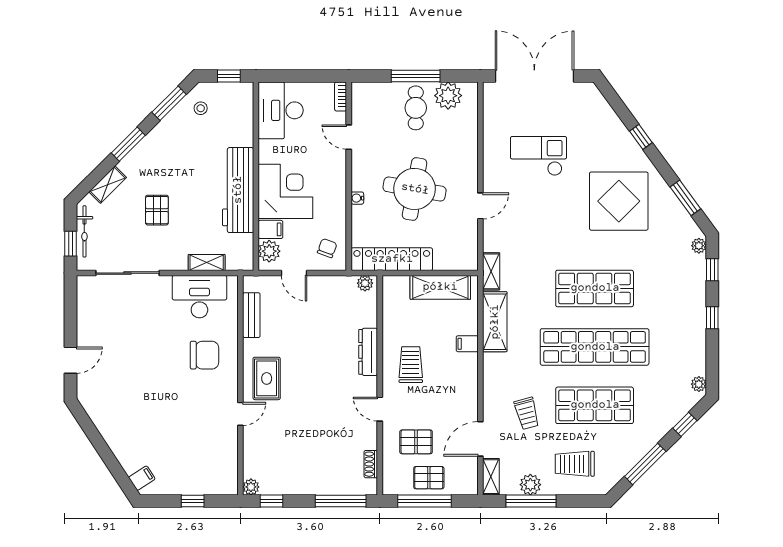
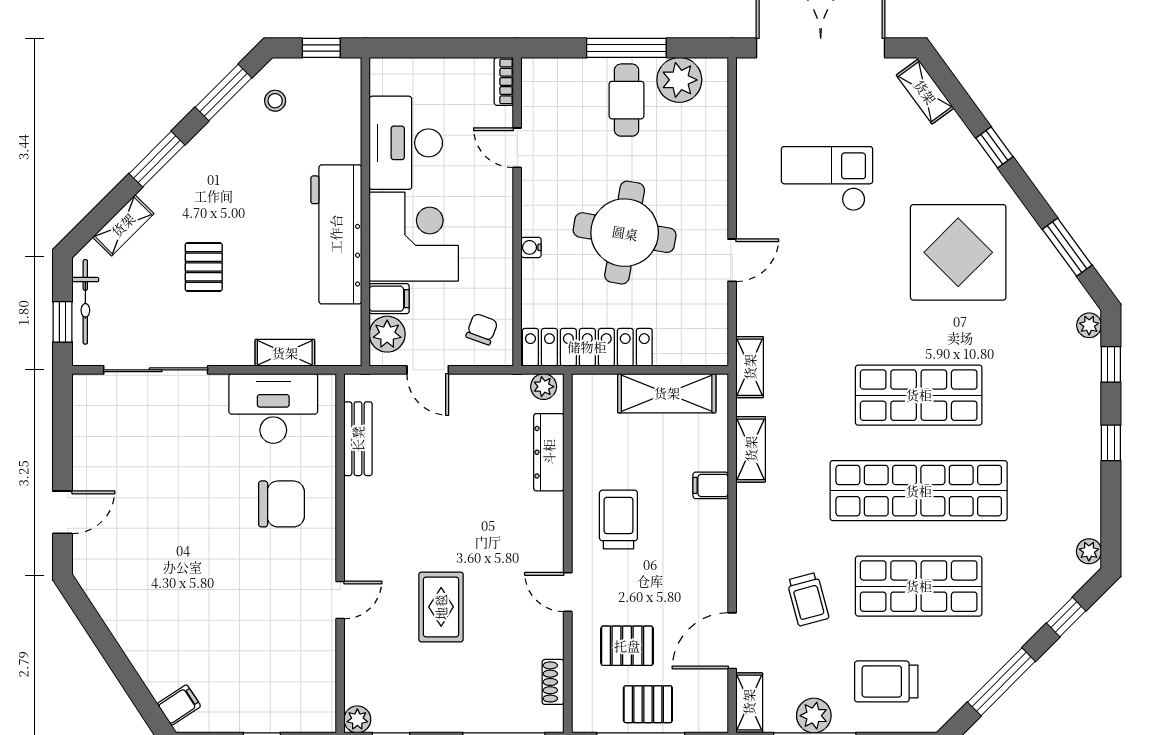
shelving: (598, 103) -> (925, 92), added
desk: (281, 110) -> (406, 143), moved
shelving: (495, 322) -> (751, 449), width x0.67, depth x0.75
dresser: (368, 352) -> (549, 452), moved
rug: (267, 378) -> (441, 607), moved

